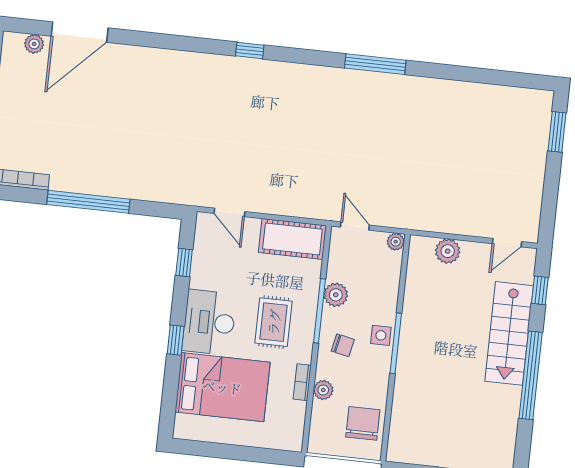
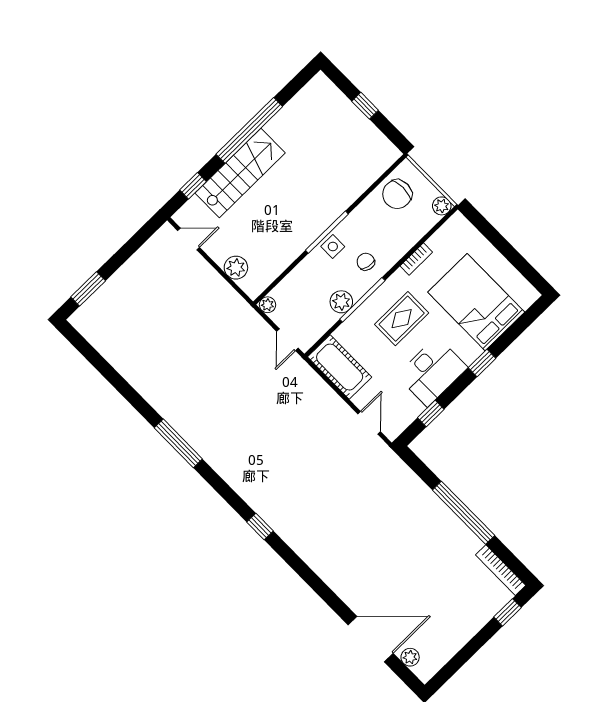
desk: (209, 322) -> (432, 371), moved
plant: (323, 390) -> (442, 206), moved

